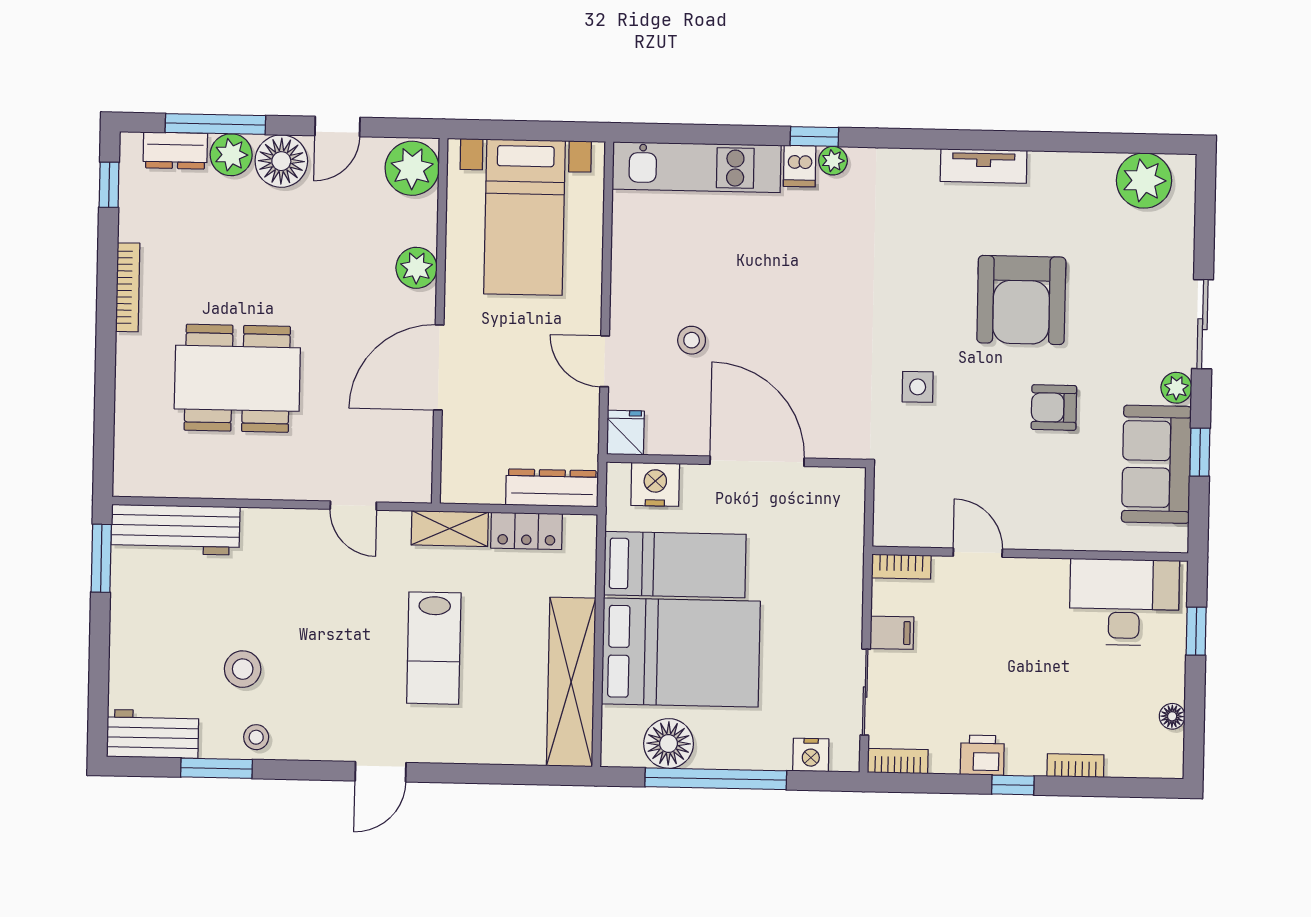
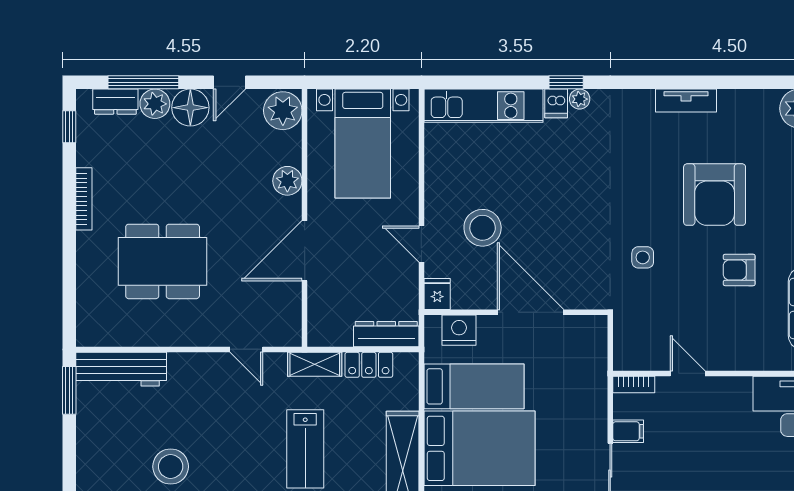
stool: (692, 340) -> (483, 228), width x1.89, depth x1.89
stool: (243, 669) -> (171, 467), width x1.38, depth x1.38

